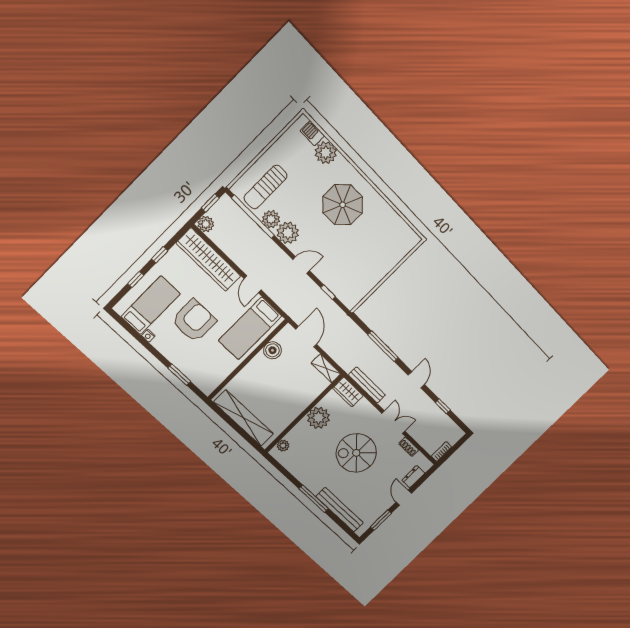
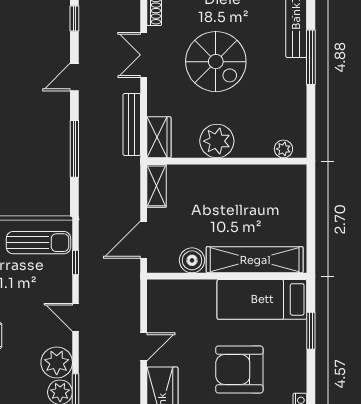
sun lounger: (356, 284) -> (38, 243), added
bed: (250, 328) -> (262, 299), moved, turned 180
shelving: (244, 418) -> (255, 260), moved, turned 90

